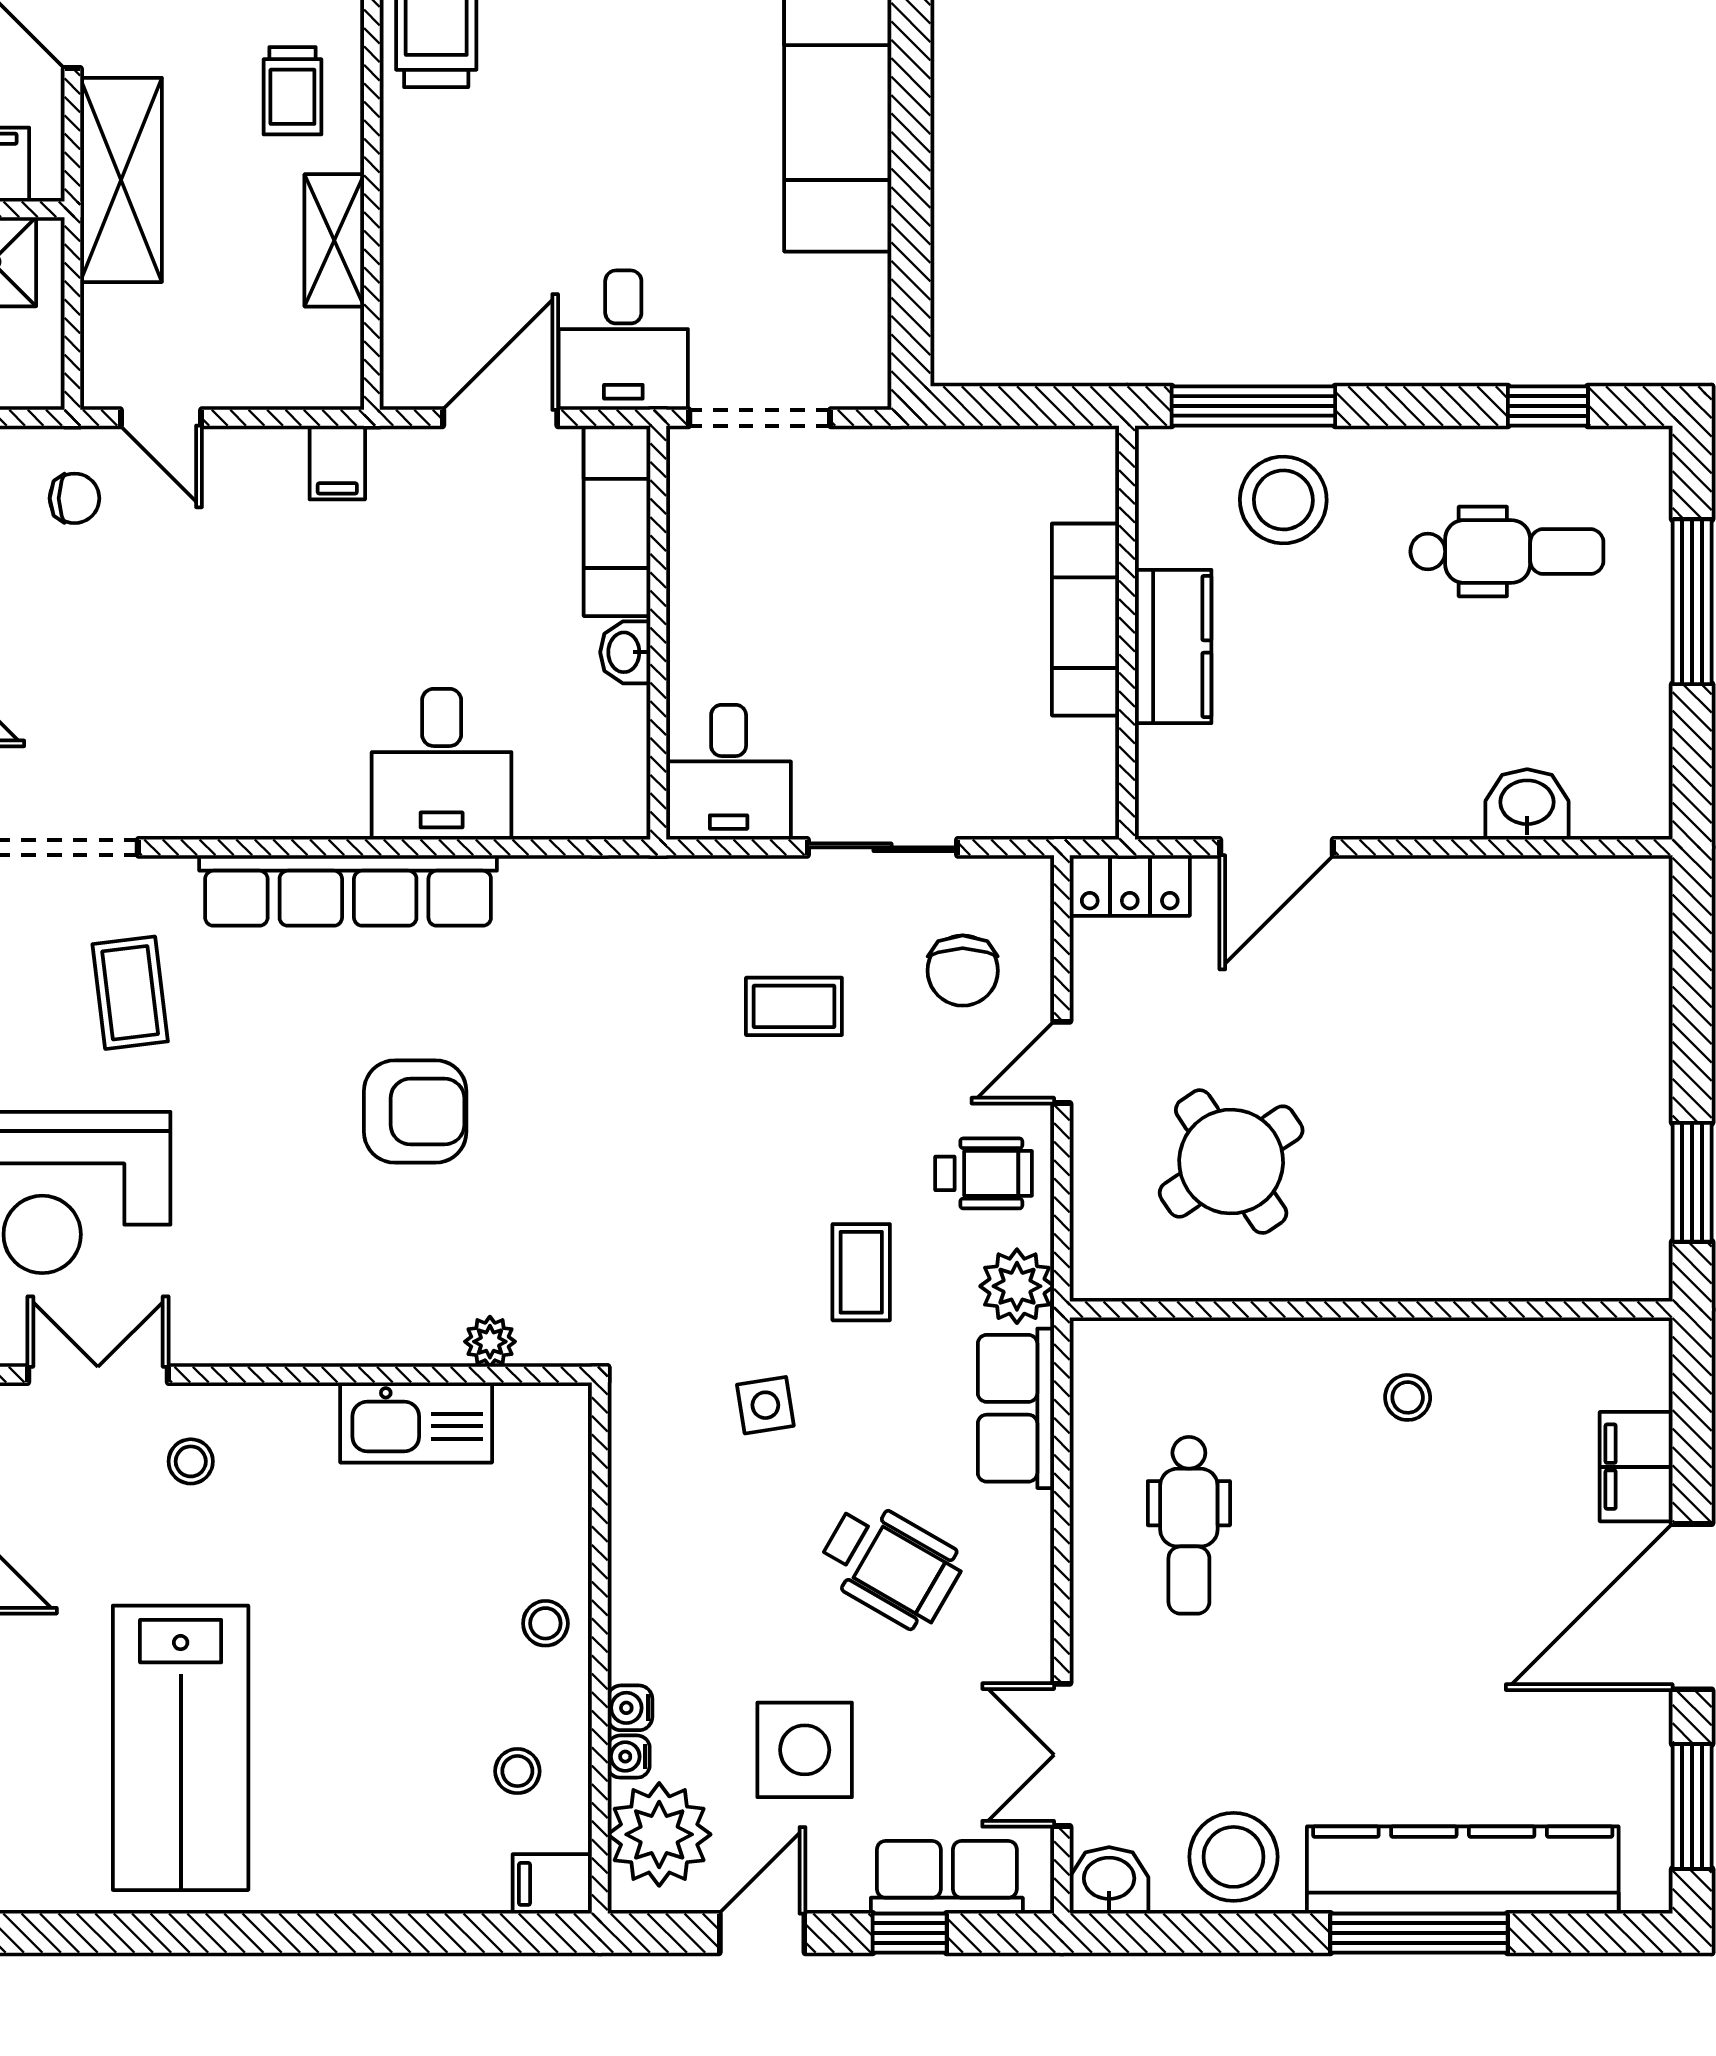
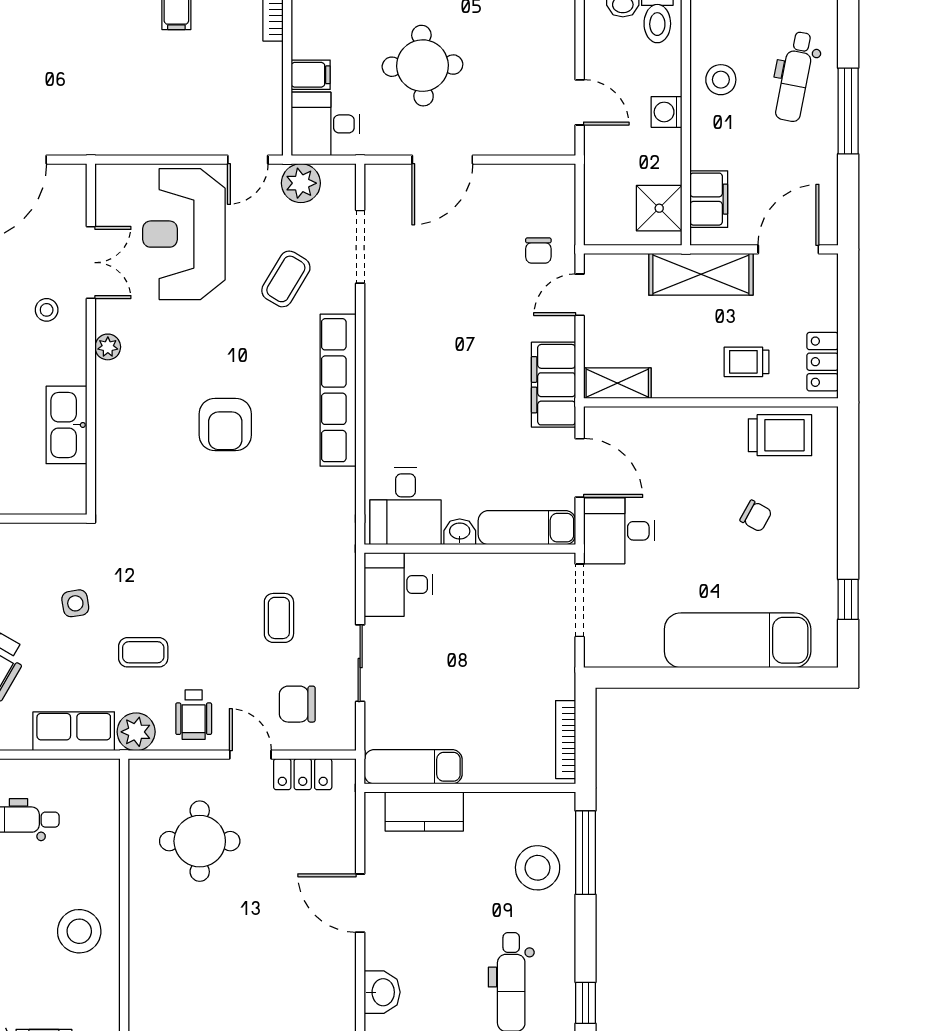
chair: (594, 72) -> (756, 516), added
shelving: (334, 240) -> (617, 383), moved
bookcase: (1032, 445) -> (566, 740), added
filing cabinet: (337, 462) -> (554, 385), width x3.00, depth x1.17
exam couch: (1086, 620) -> (413, 767), moved
kitchen counter: (1173, 646) -> (424, 812), moved
desk: (442, 764) -> (405, 506), moved, turned -90
door: (1277, 847) -> (360, 903), moved
locker: (1130, 885) -> (303, 774), moved, turned -90
coffee table: (130, 993) -> (286, 279), turned -52
round table: (1231, 1162) -> (200, 841), turned 34
plant: (490, 1342) -> (108, 347), moved
stool: (1408, 1397) -> (79, 931), width x1.89, depth x1.89

